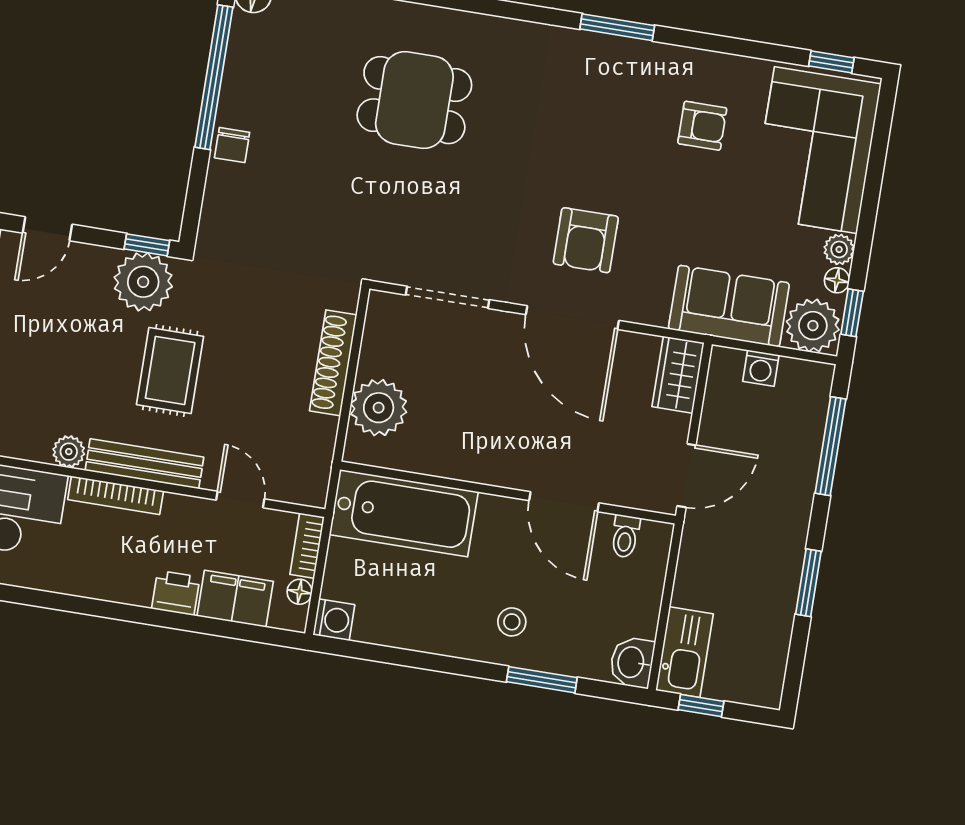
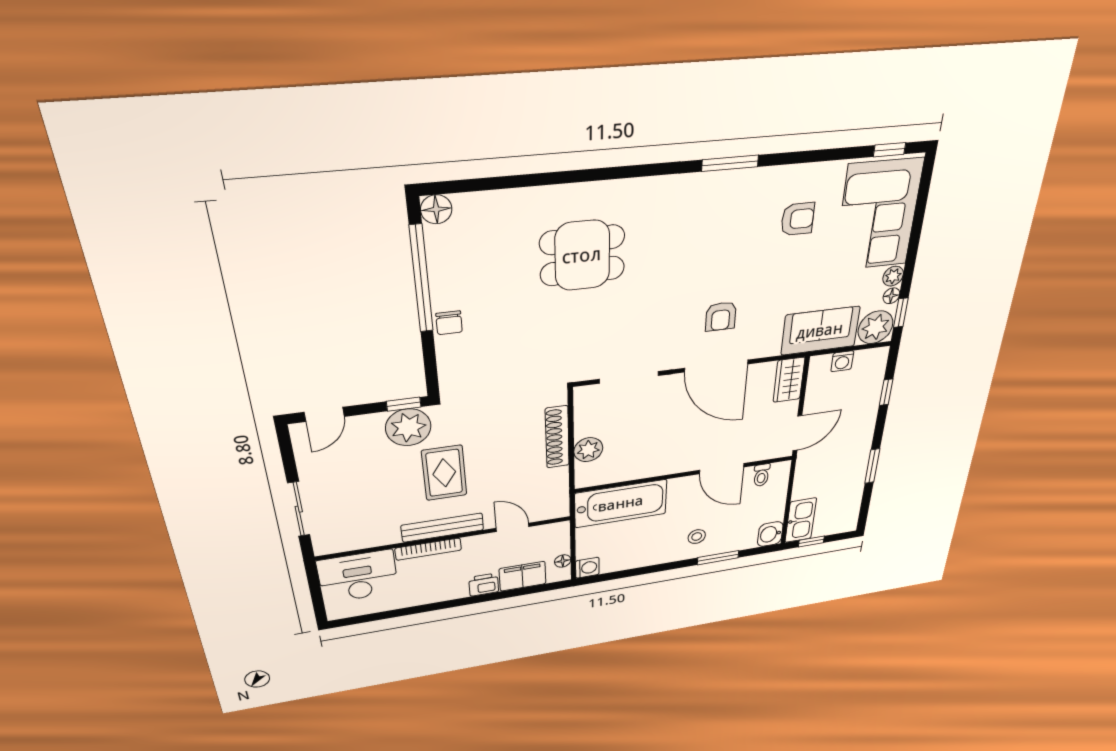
armchair: (586, 240) -> (721, 316), width x0.72, depth x0.72
plant: (379, 408) -> (588, 450), width x0.73, depth x0.73
window: (830, 446) -> (886, 392), width x0.46
plant: (69, 452) -> (388, 536), removed
bookcase: (307, 546) -> (562, 538), removed

